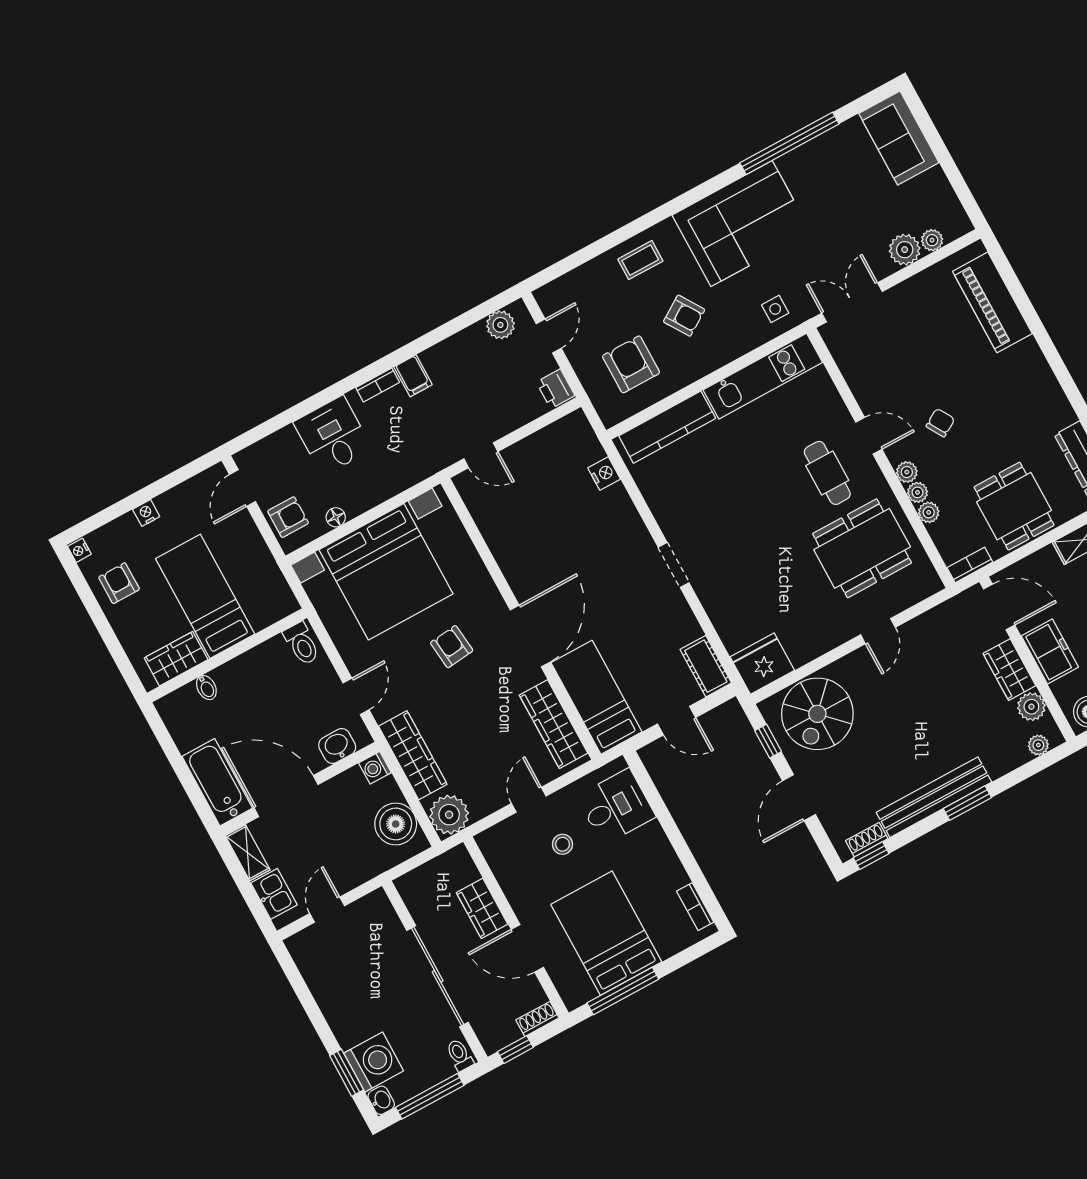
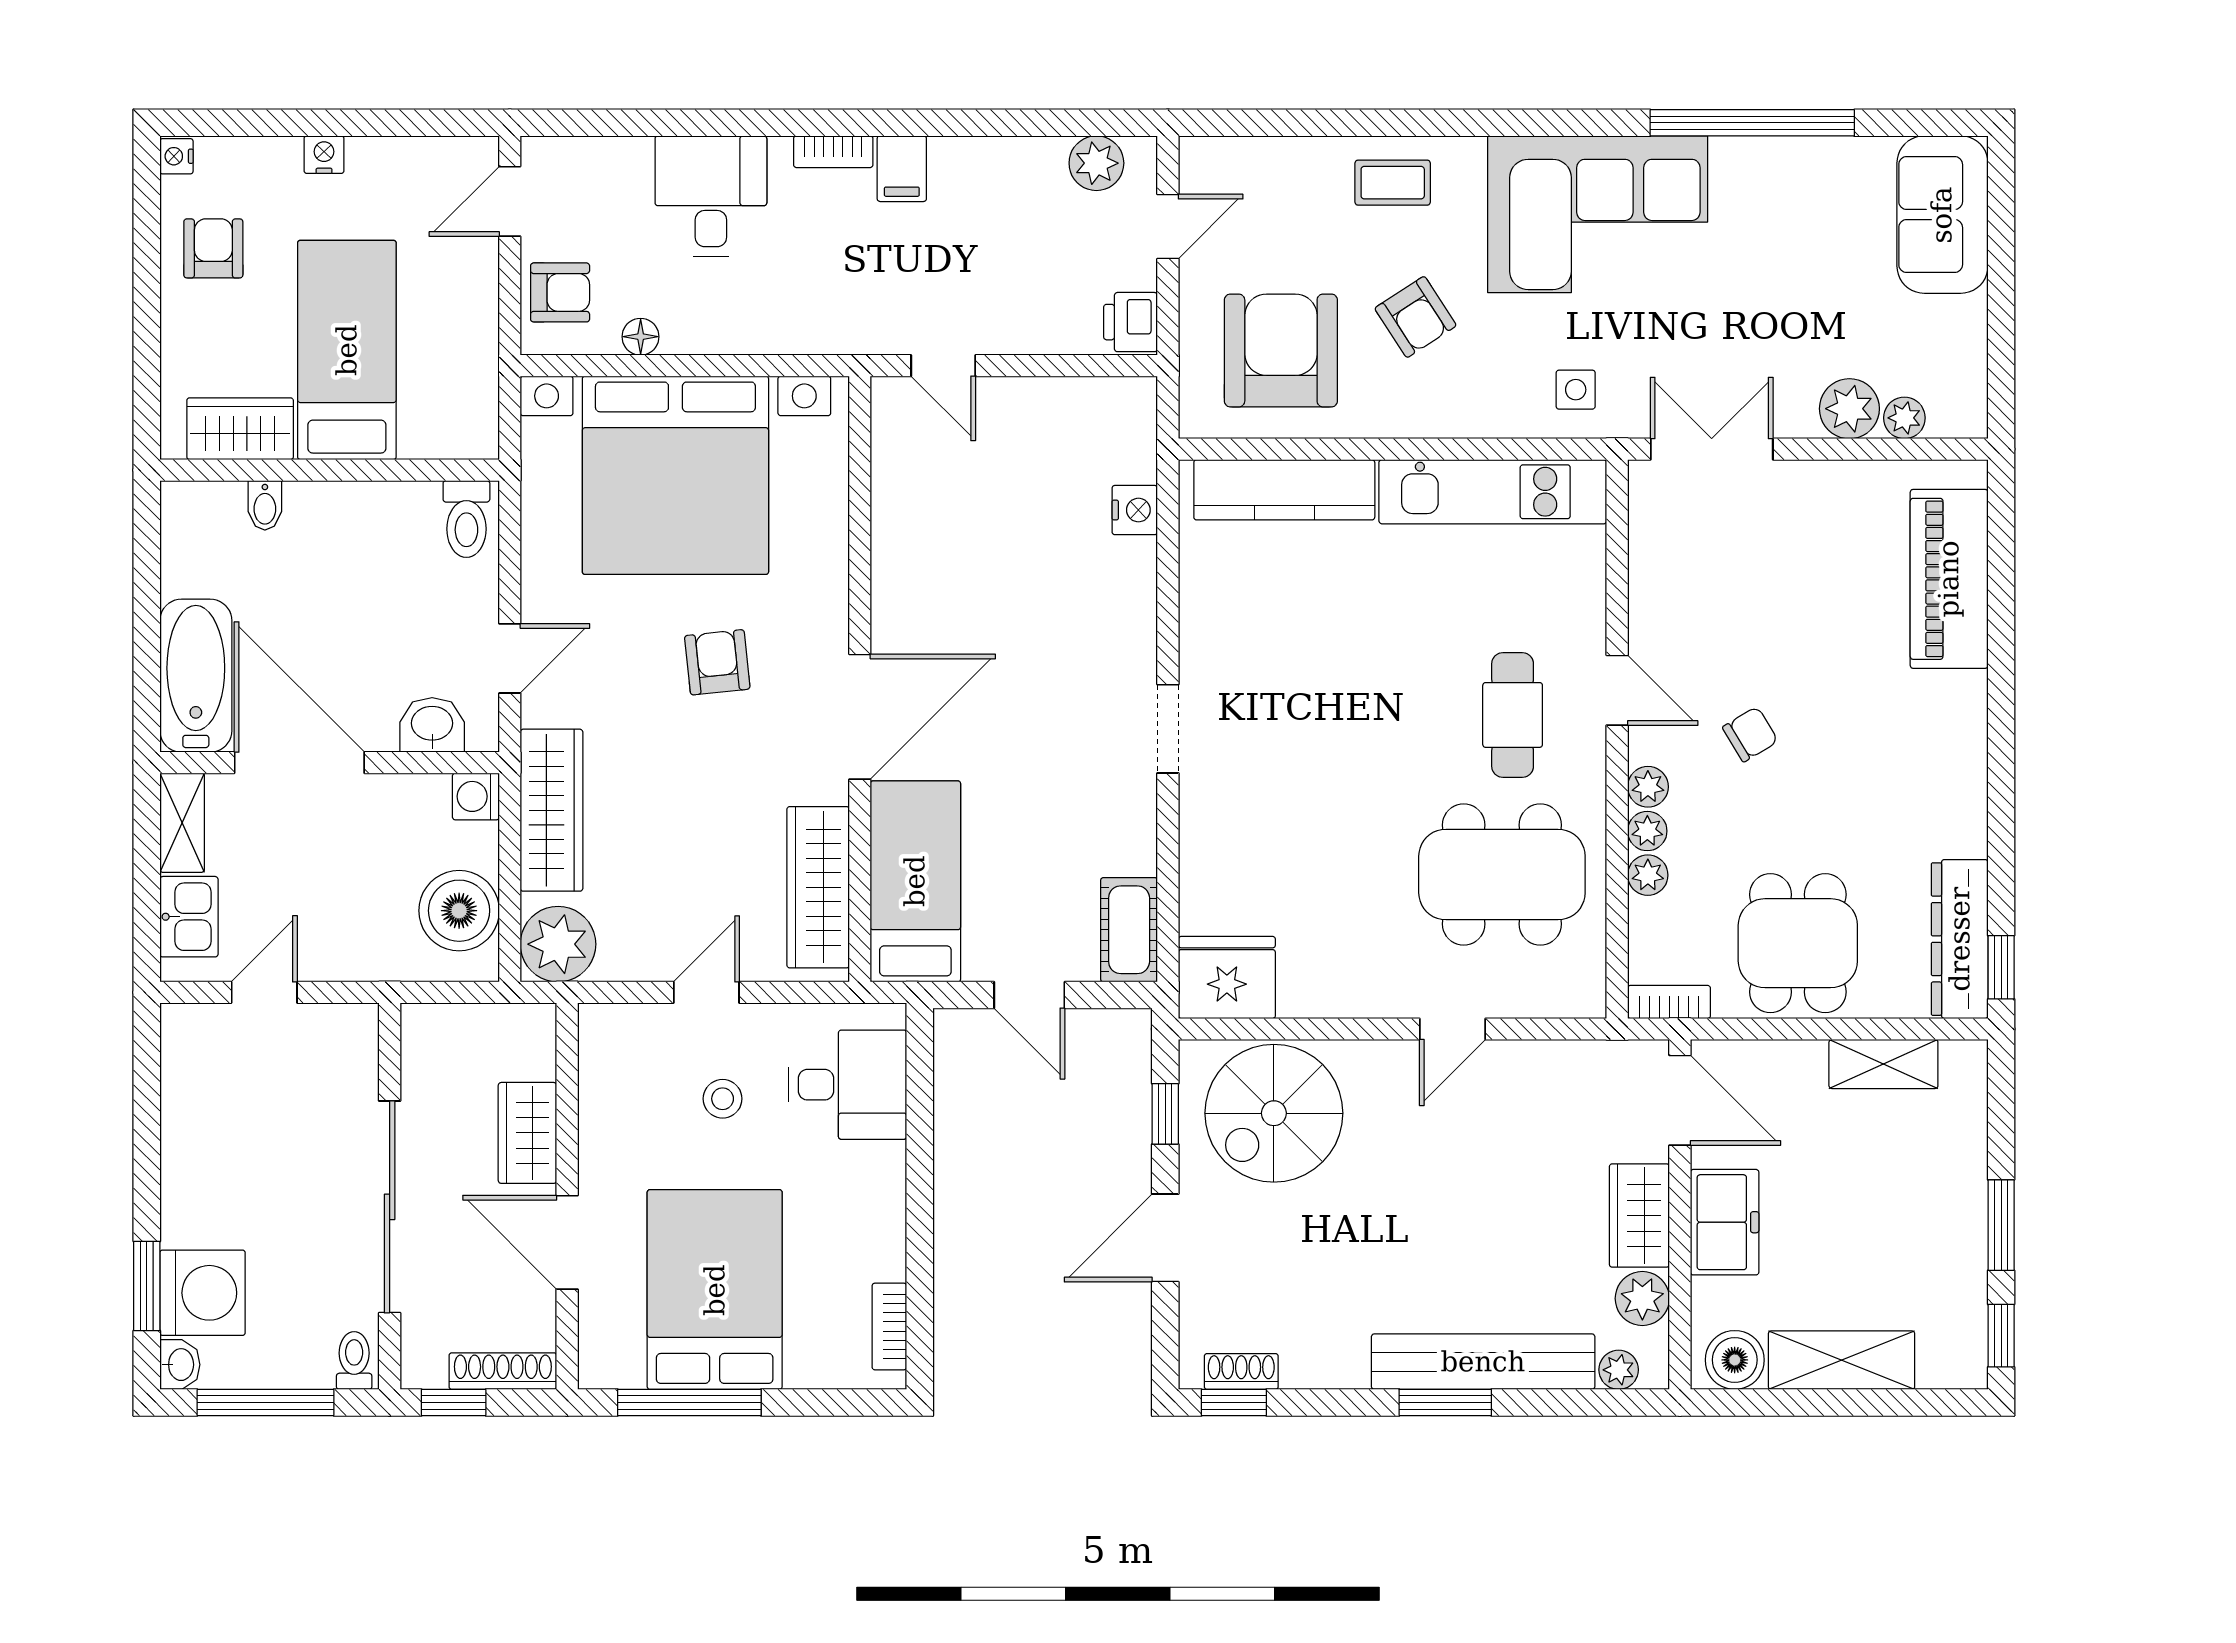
armchair: (631, 364) -> (1281, 350), width x1.36, depth x1.36
bench: (934, 797) -> (1483, 1362), moved
shoe rack: (537, 1019) -> (503, 1371), width x1.43

